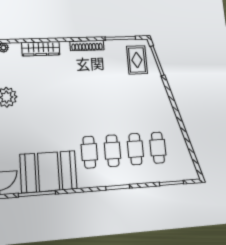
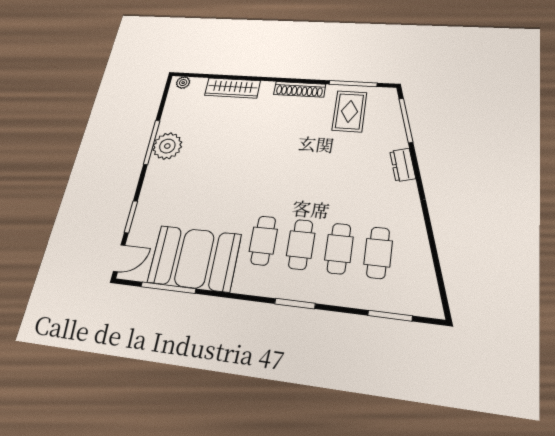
rug: (137, 60) -> (350, 111), moved
dresser: (161, 91) -> (403, 165), added

